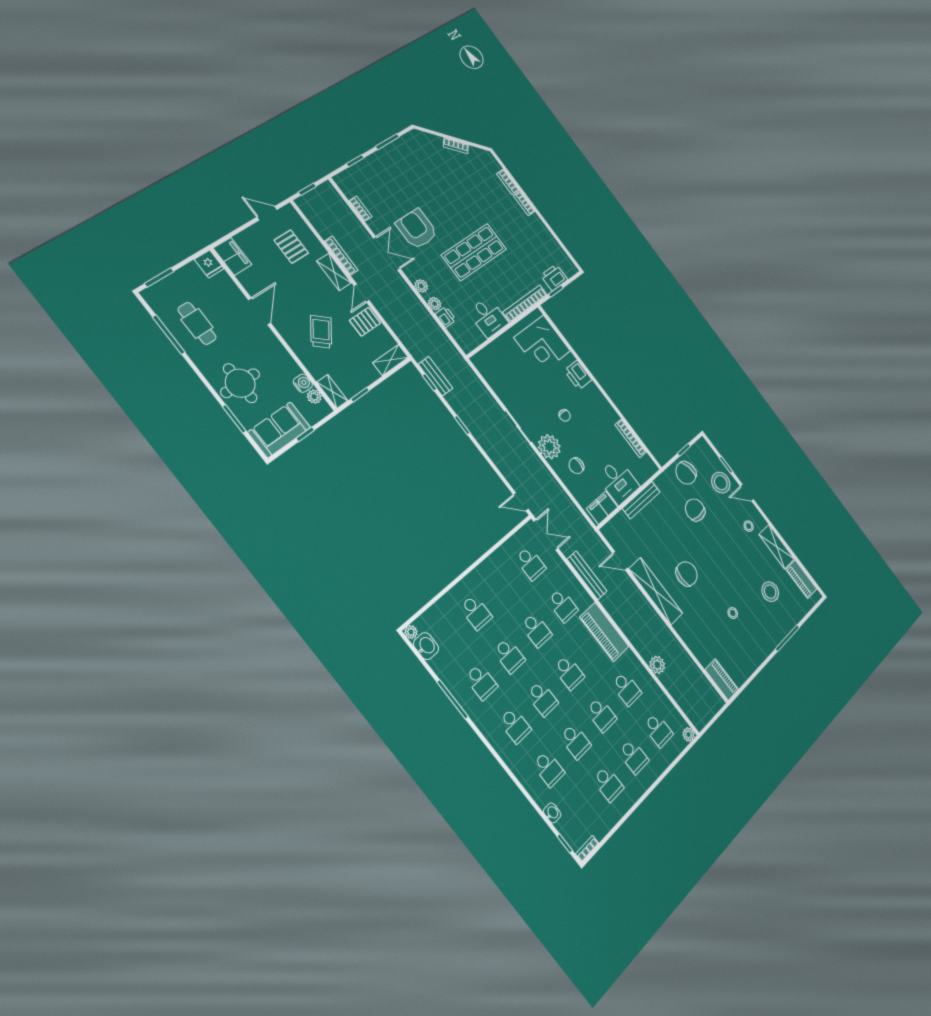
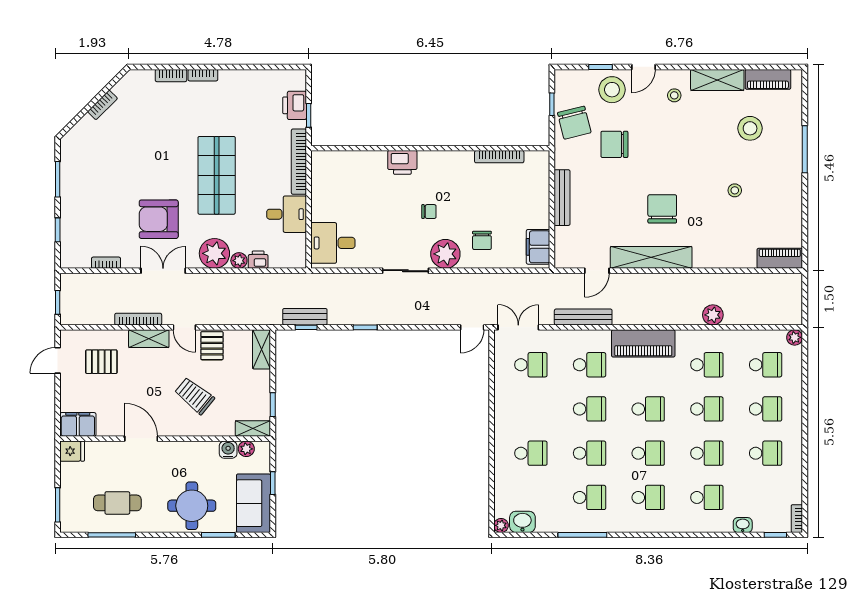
plant: (421, 286) -> (214, 253), width x1.87, depth x1.87
corner desk: (542, 344) -> (348, 177), removed
desk: (618, 481) -> (333, 243), moved, turned 180

